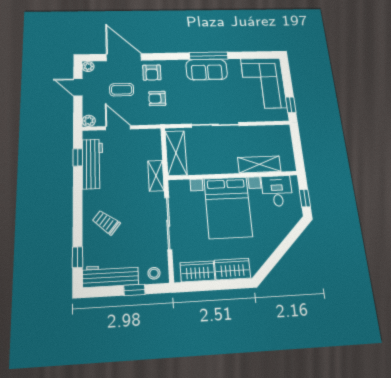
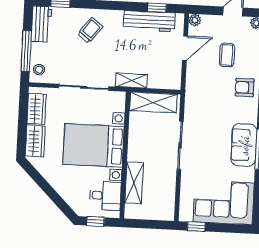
armchair: (157, 99) -> (214, 90), removed
workbench: (110, 276) -> (41, 24), width x0.73
window: (134, 290) -> (26, 51), width x2.17

